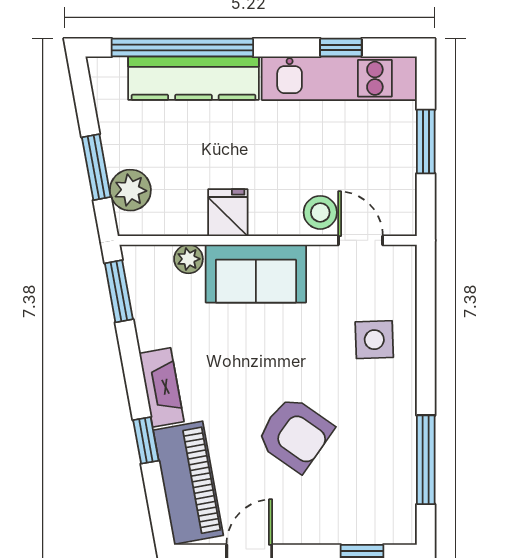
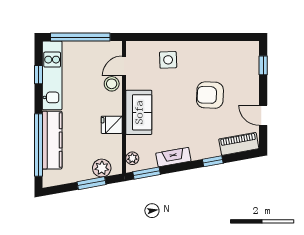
window: (426, 142) -> (80, 37), width x2.11
plant: (188, 259) -> (132, 158), moved
fireplace: (162, 387) -> (173, 157), moved
armchair: (295, 434) -> (210, 95), turned -123
window: (426, 460) -> (221, 37), removed
piano: (188, 483) -> (239, 144), width x0.73, depth x0.75

